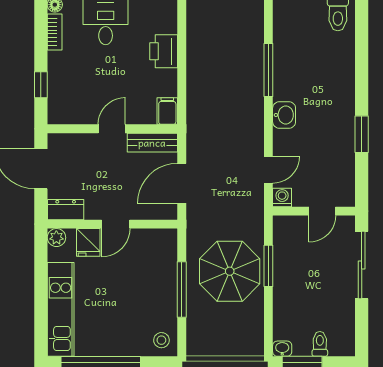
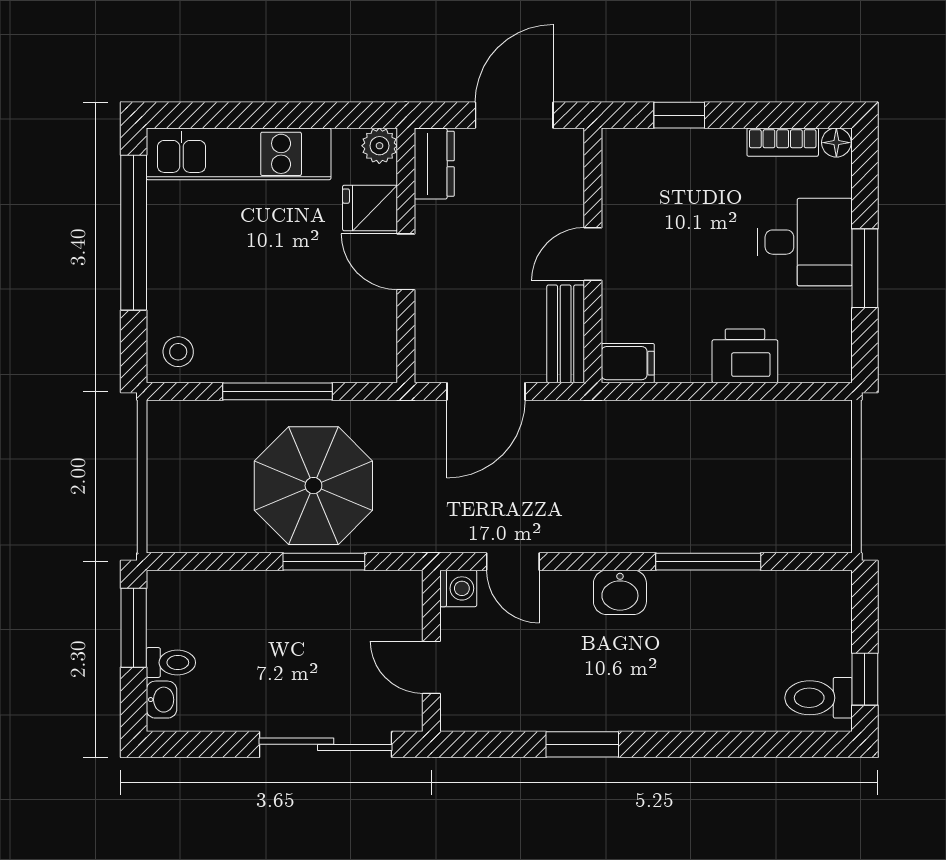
door: (112, 129) -> (593, 254), swing flipped
door: (182, 183) -> (486, 391), swing flipped
washbasin: (282, 349) -> (162, 700), moved

